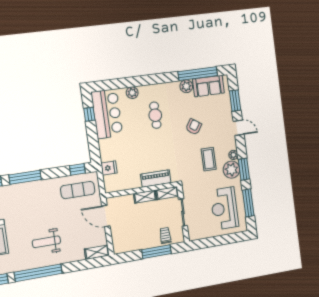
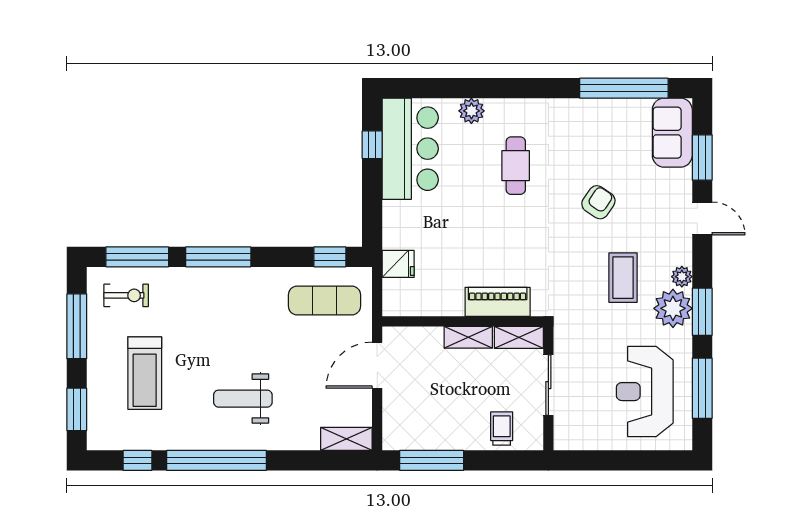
plant: (186, 86) -> (594, 112), removed
sofa: (208, 86) -> (672, 133), moved, turned 90
door: (106, 216) -> (377, 365), hinge flipped
window: (156, 252) -> (432, 460), moved

